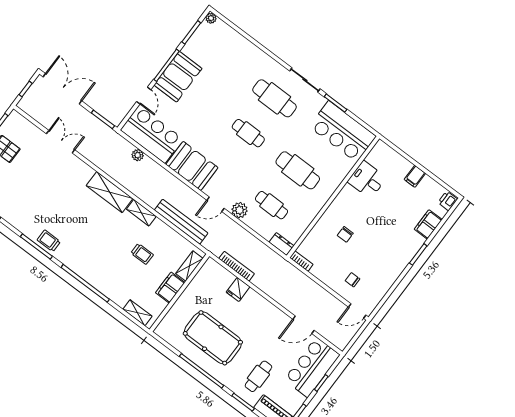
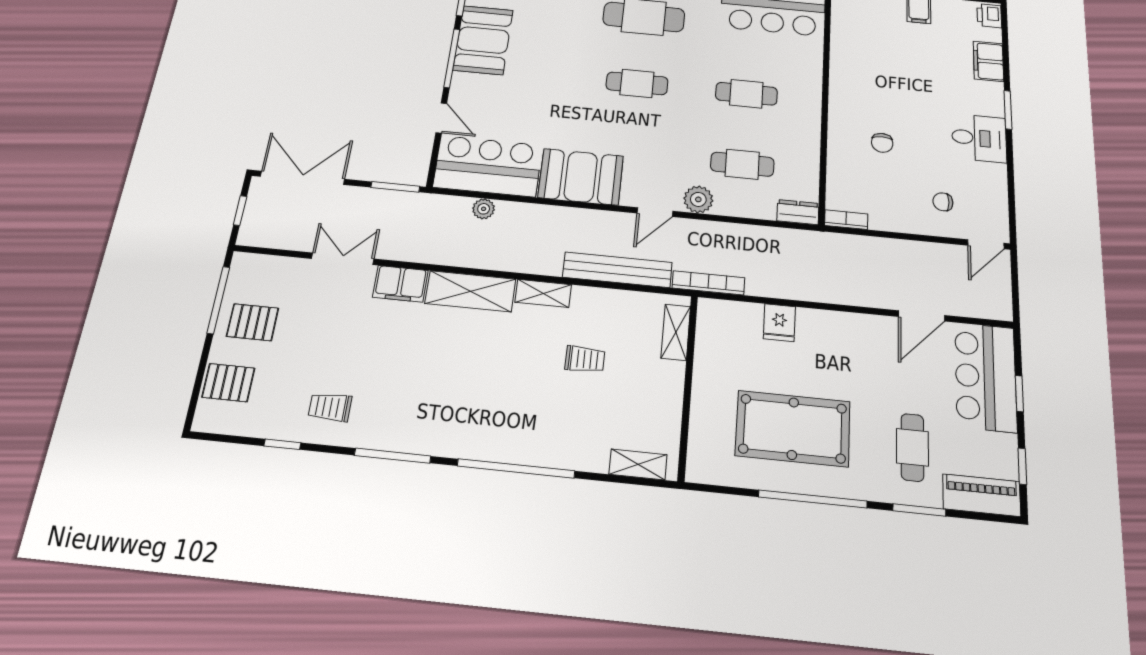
booth: (178, 77) -> (483, 40), moved
cafe table: (298, 170) -> (746, 94), width x0.73, depth x0.74
desk: (367, 180) -> (979, 138), moved, turned 180
trolley: (49, 241) -> (330, 407), moved
bookcase: (237, 266) -> (708, 283), moved
filing cabinet: (170, 288) -> (400, 284), moved, turned -90

